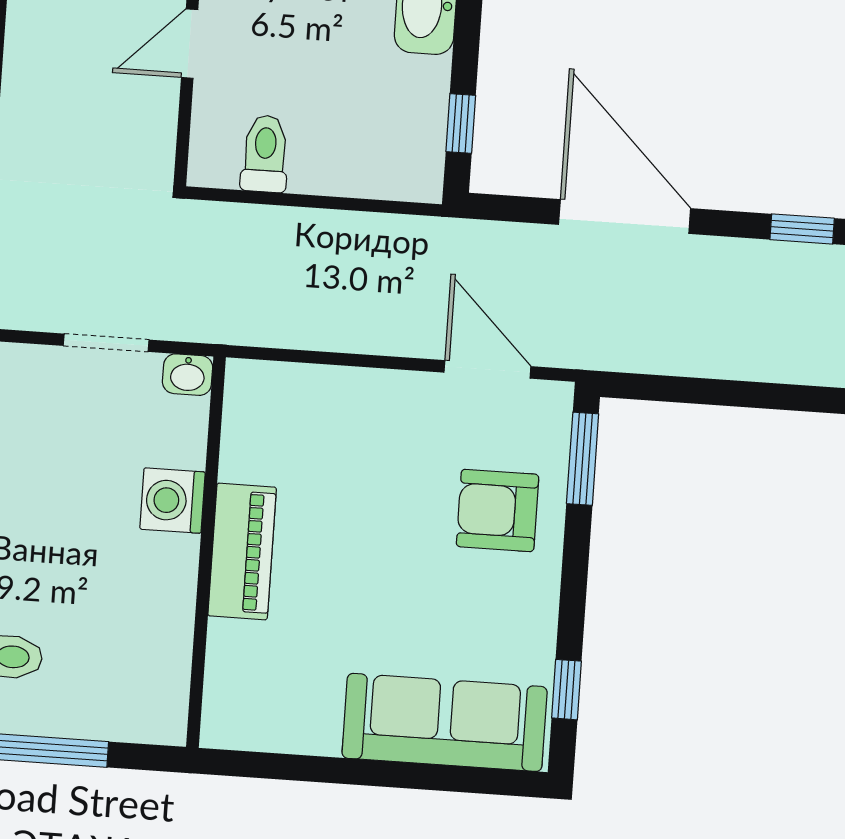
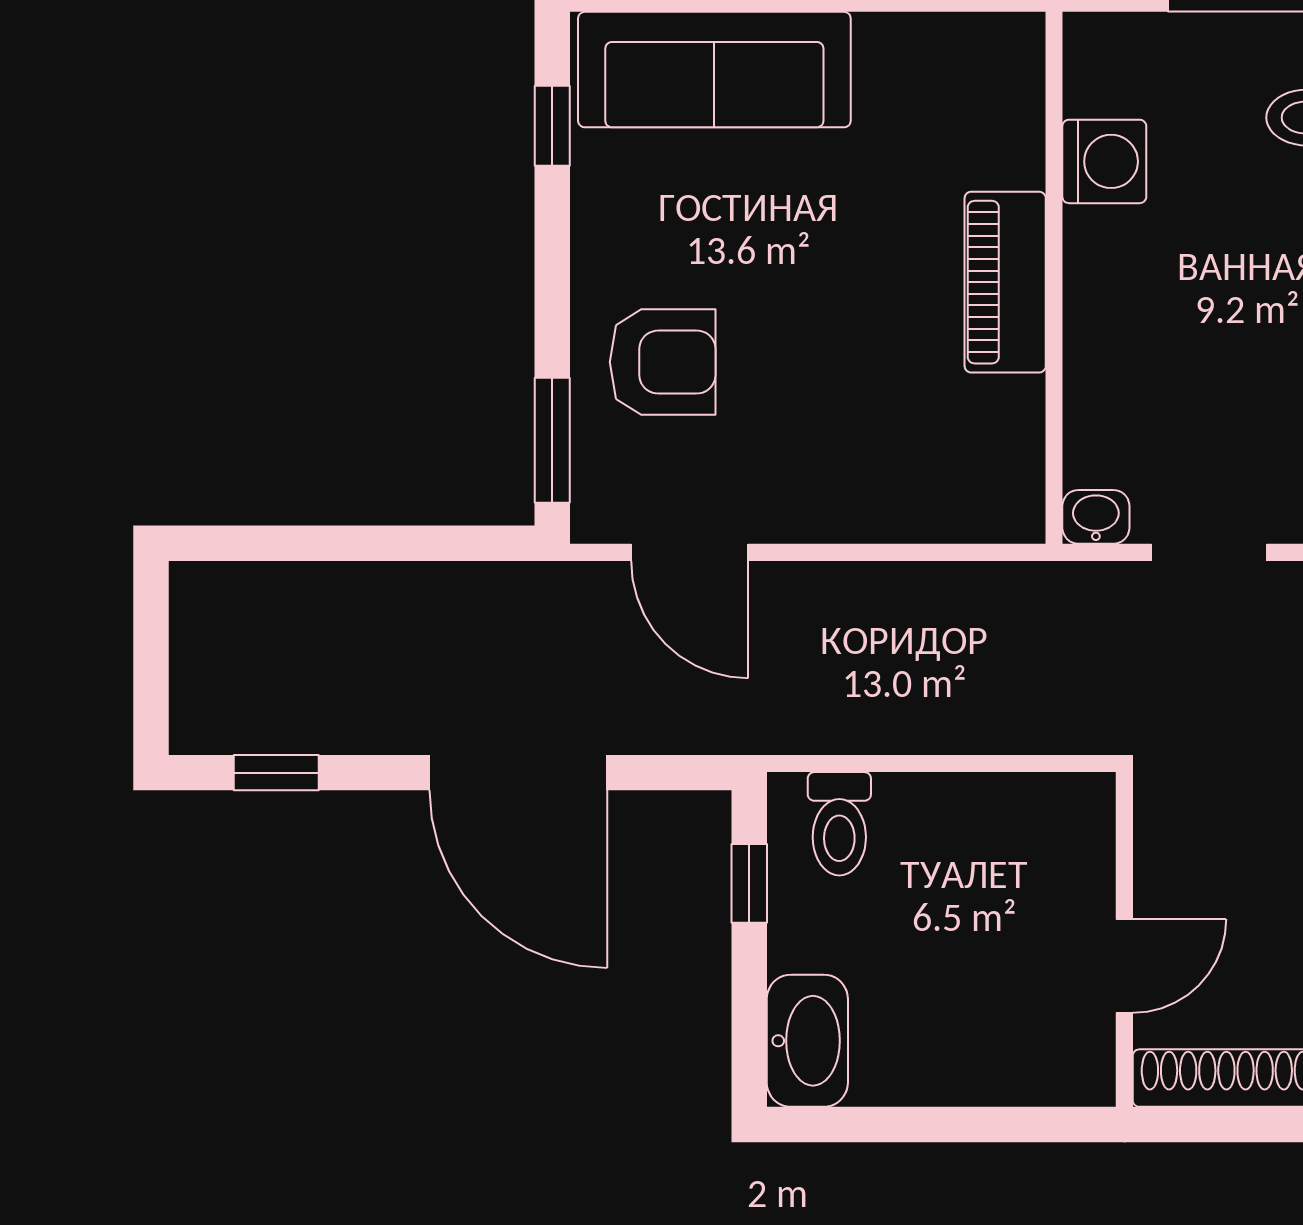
toilet: (265, 154) -> (839, 824), moved
washing machine: (172, 501) -> (1104, 161), moved

